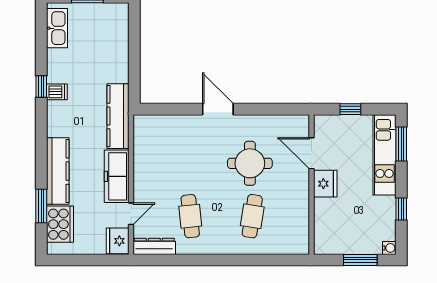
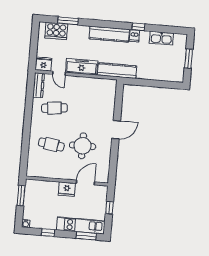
kitchen sink: (57, 28) -> (161, 38), moved
kitchen counter: (58, 171) -> (109, 34), moved
window: (360, 260) -> (21, 196), moved

